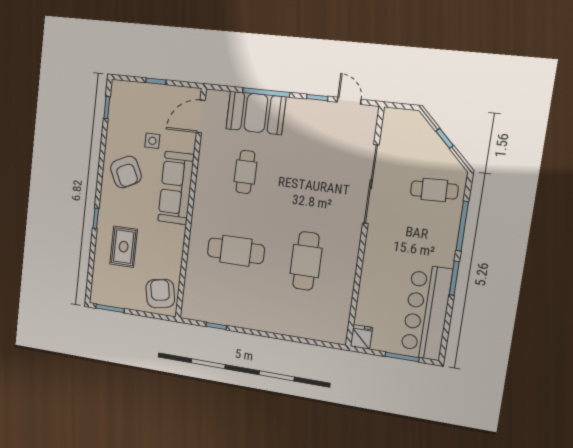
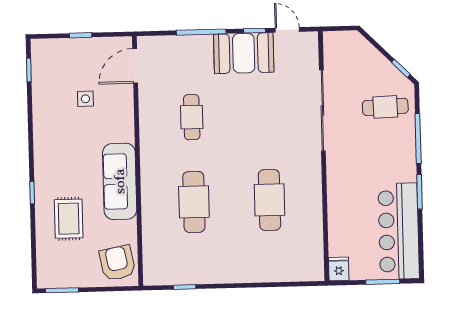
booth: (256, 113) -> (244, 53), moved
window: (445, 138) -> (401, 68), moved
armchair: (126, 172) -> (60, 137), removed
sofa: (176, 188) -> (120, 181), moved
cafe table: (236, 251) -> (194, 202), turned 90

